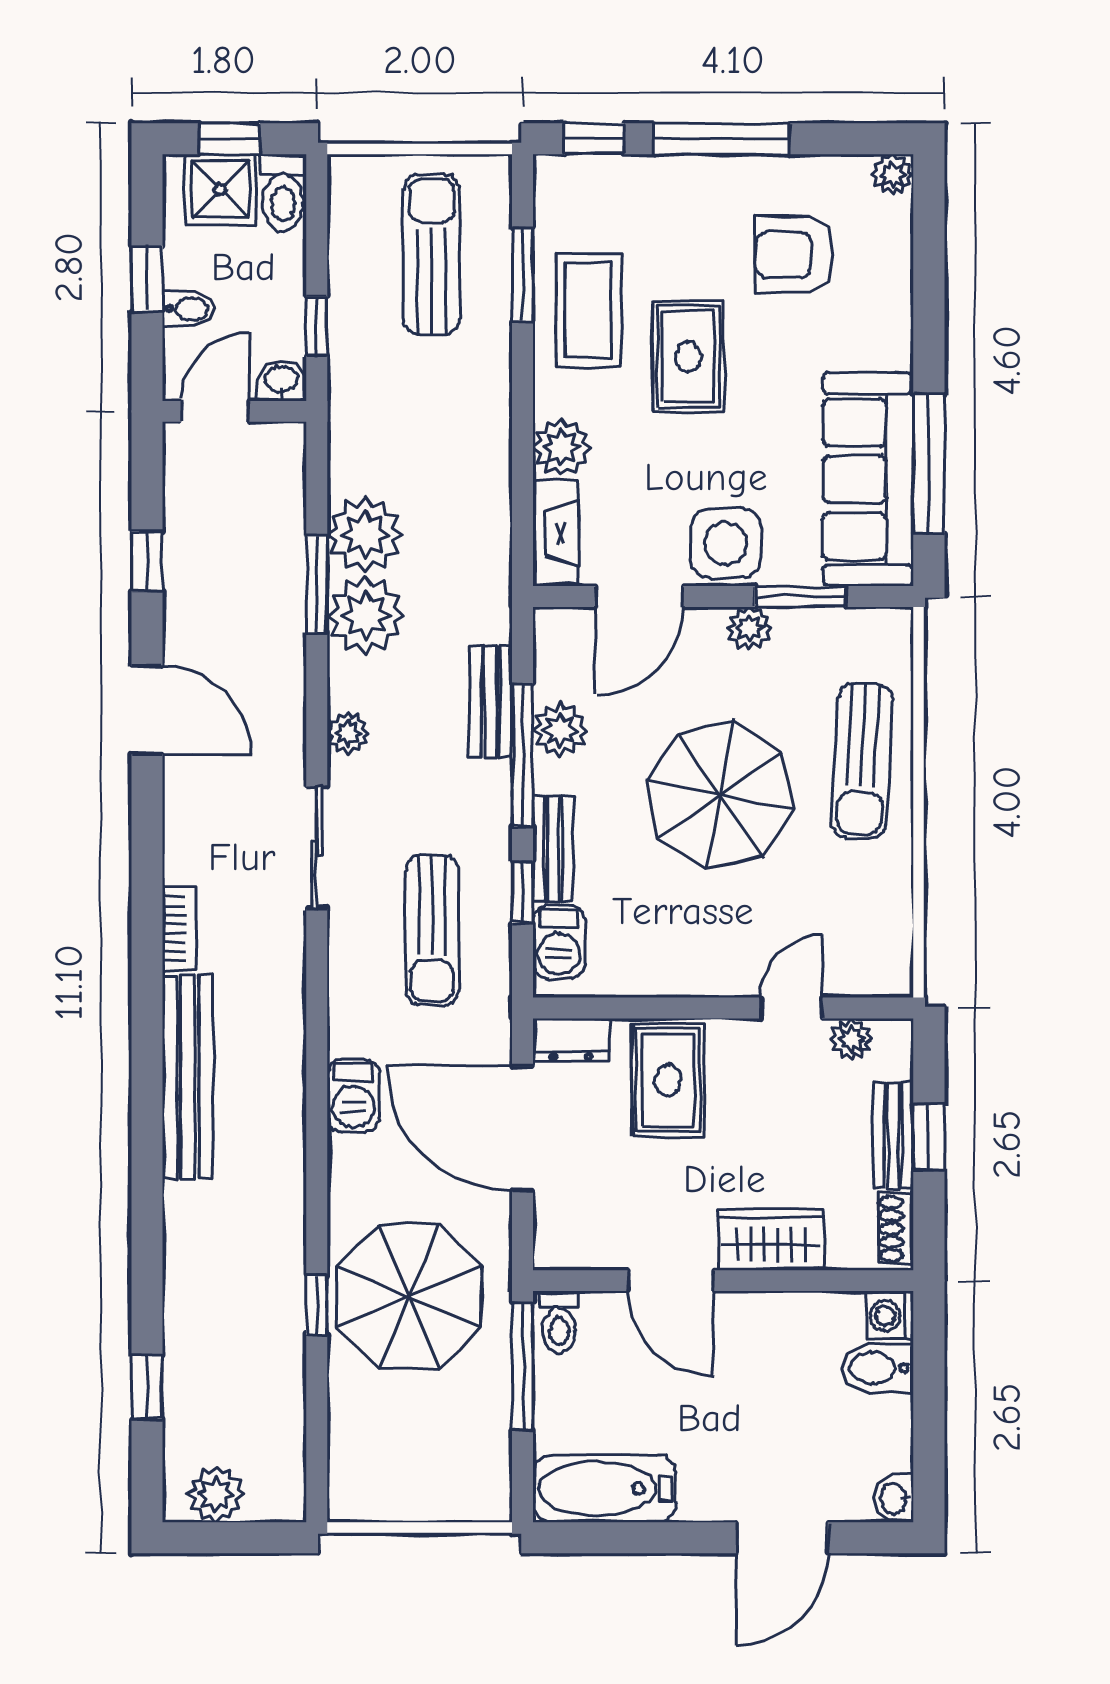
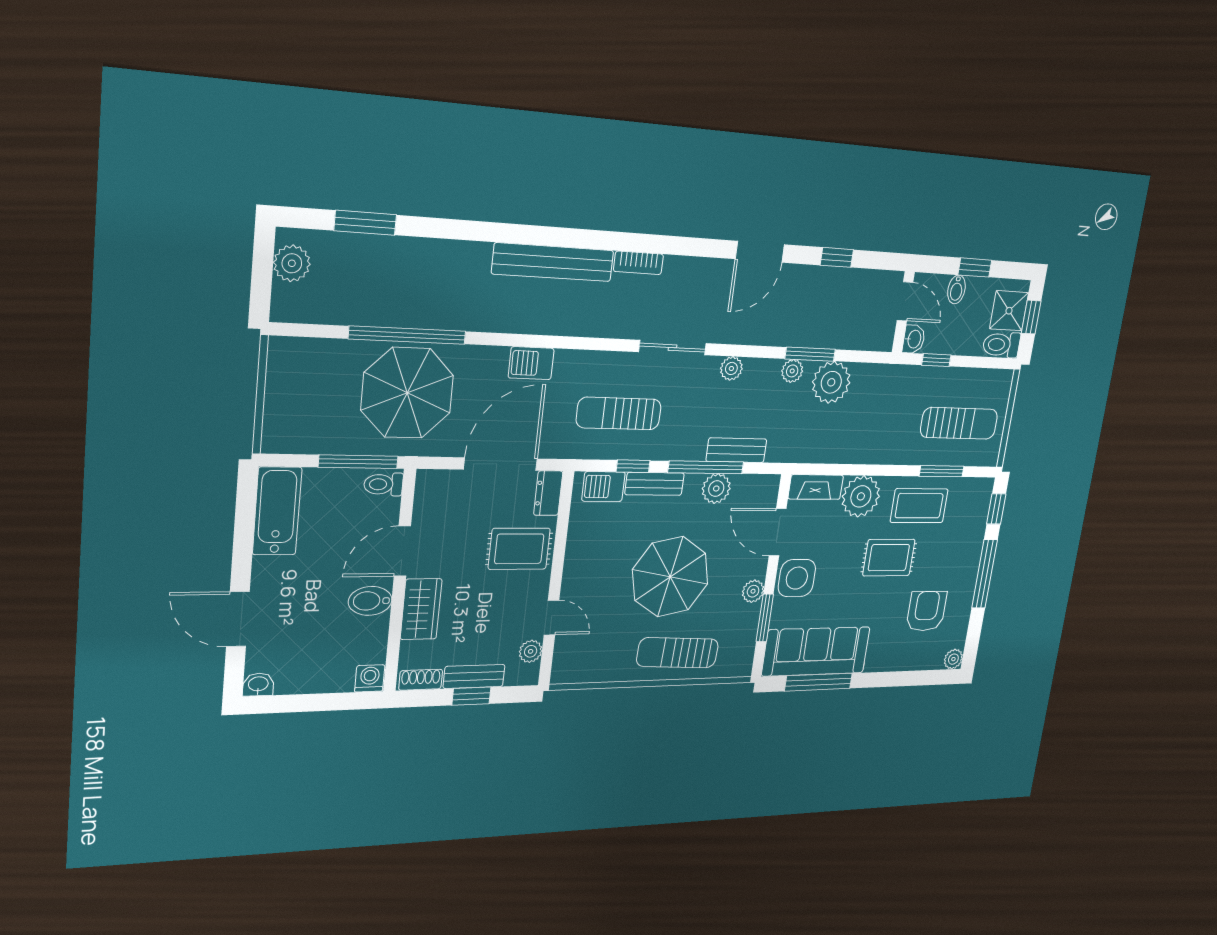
plant: (561, 448) -> (861, 496), width x1.36, depth x1.36
plant: (366, 615) -> (792, 371), width x0.53, depth x0.53
window: (317, 1305) -> (408, 335), width x3.17
bidet: (877, 1368) -> (370, 601), moved, turned -90
window: (147, 1387) -> (365, 223), width x1.50

